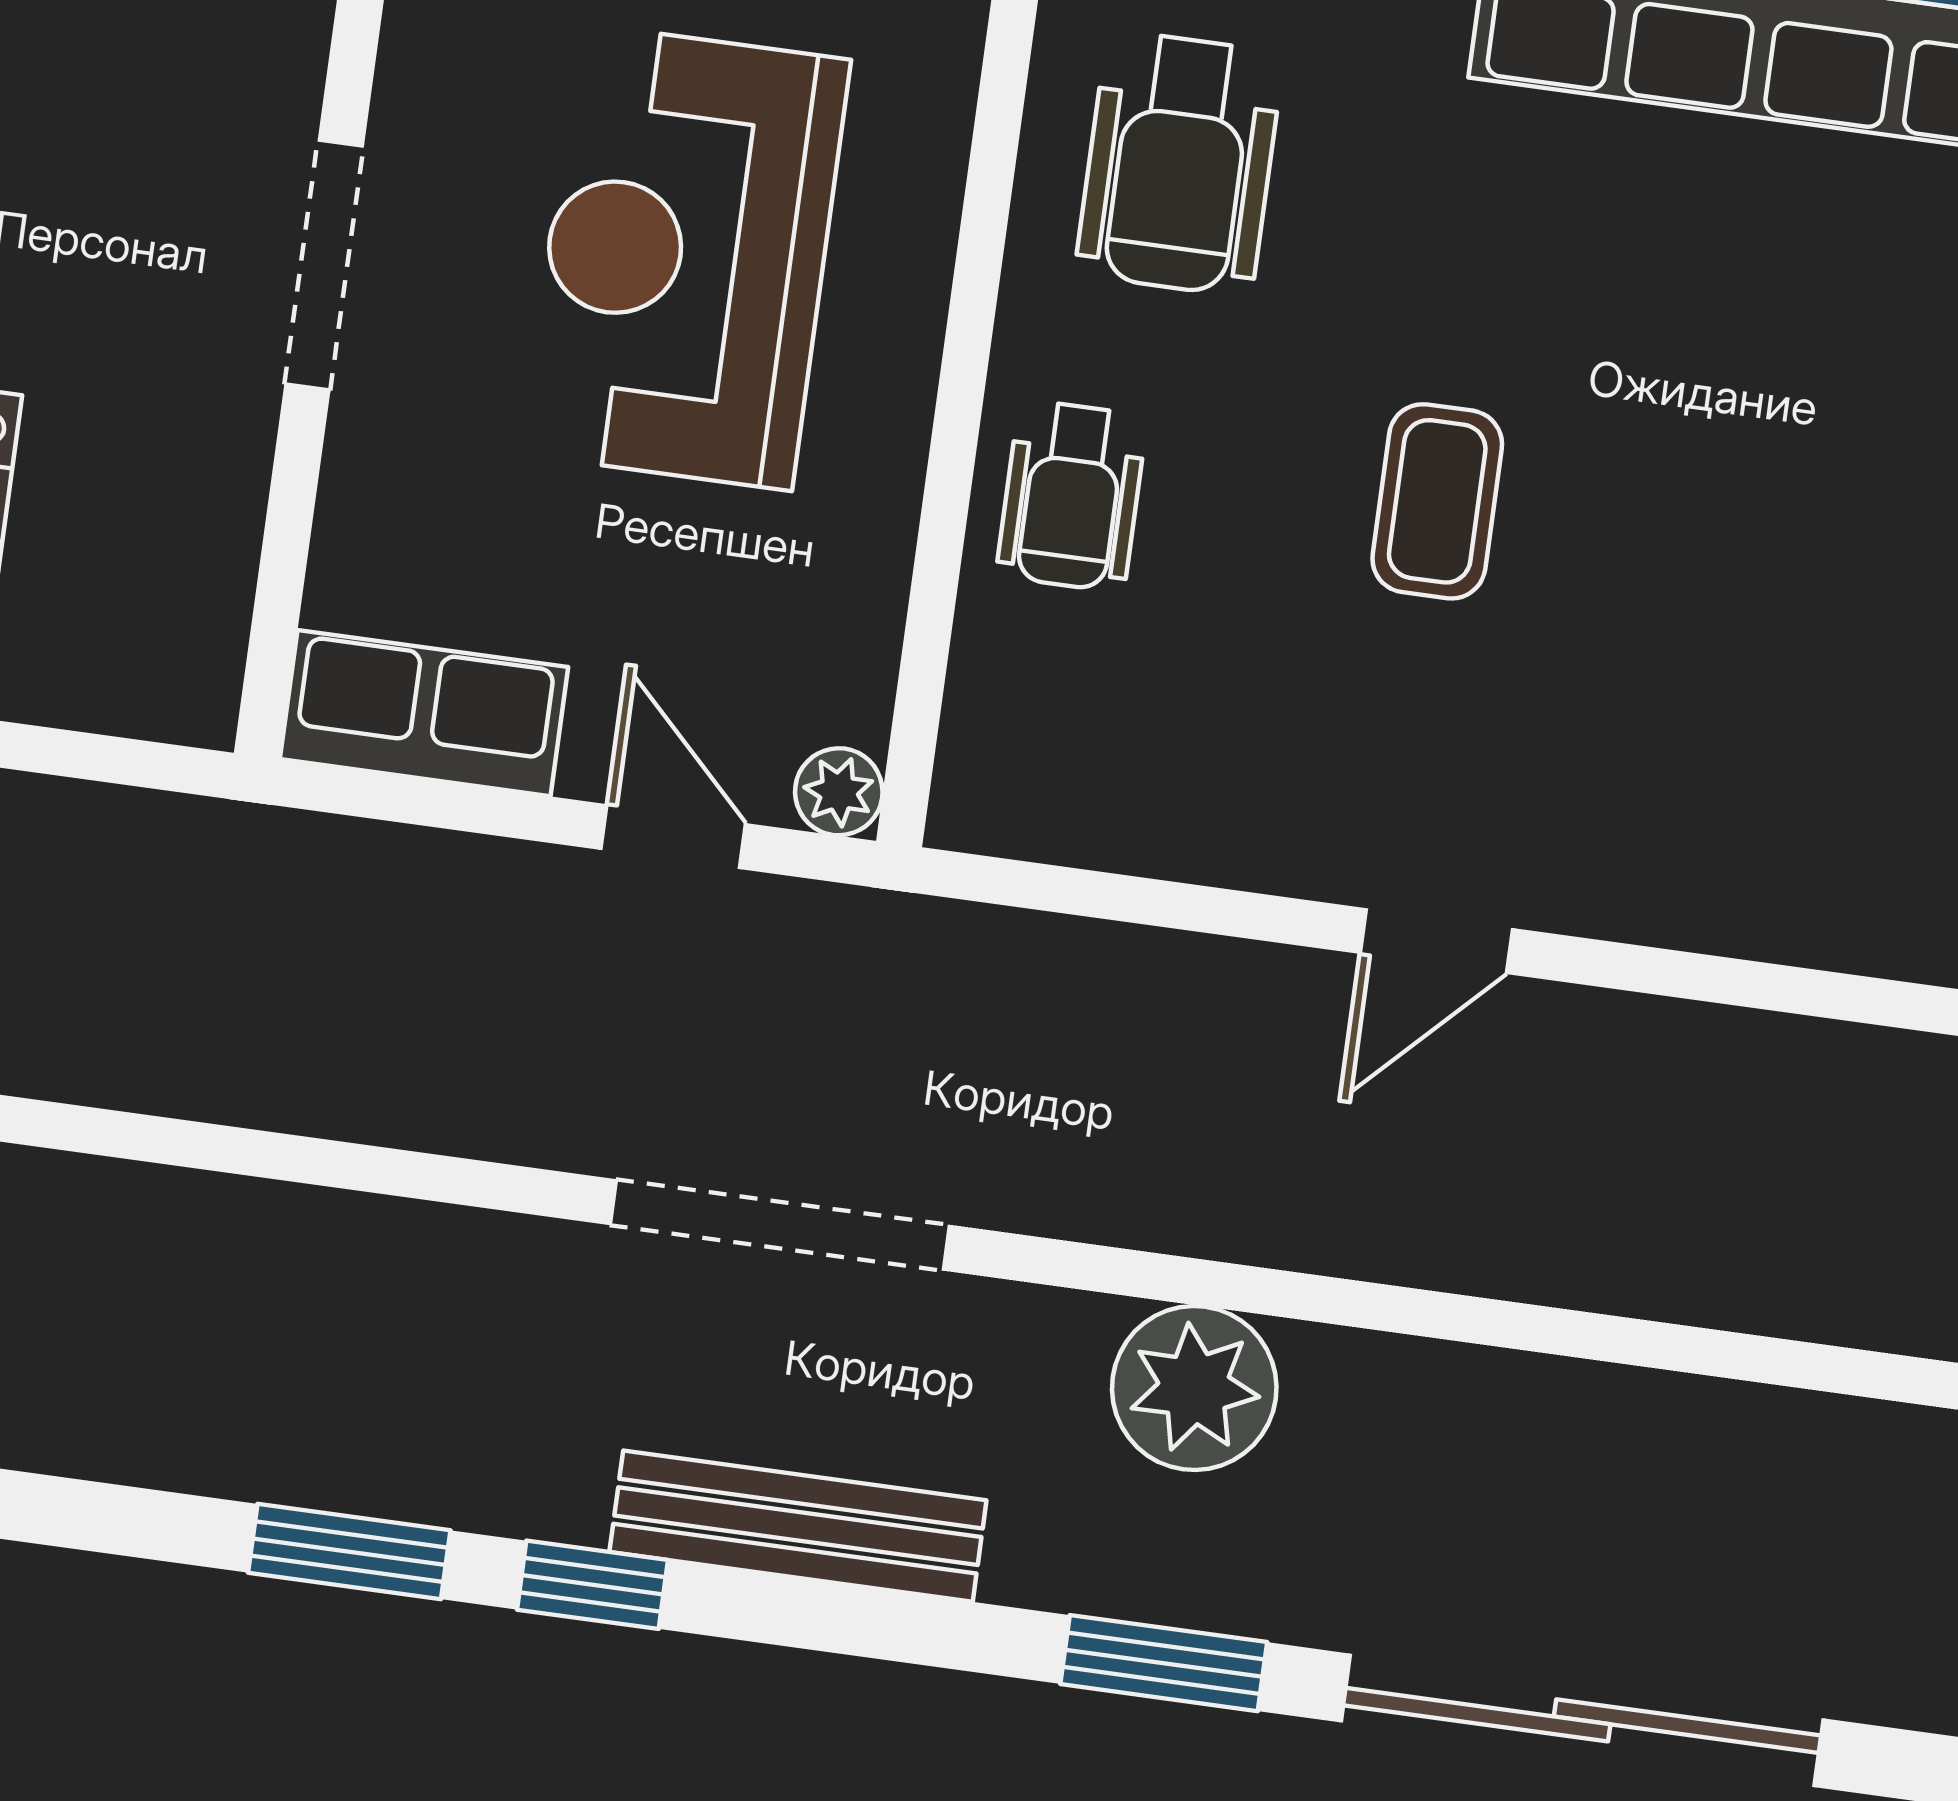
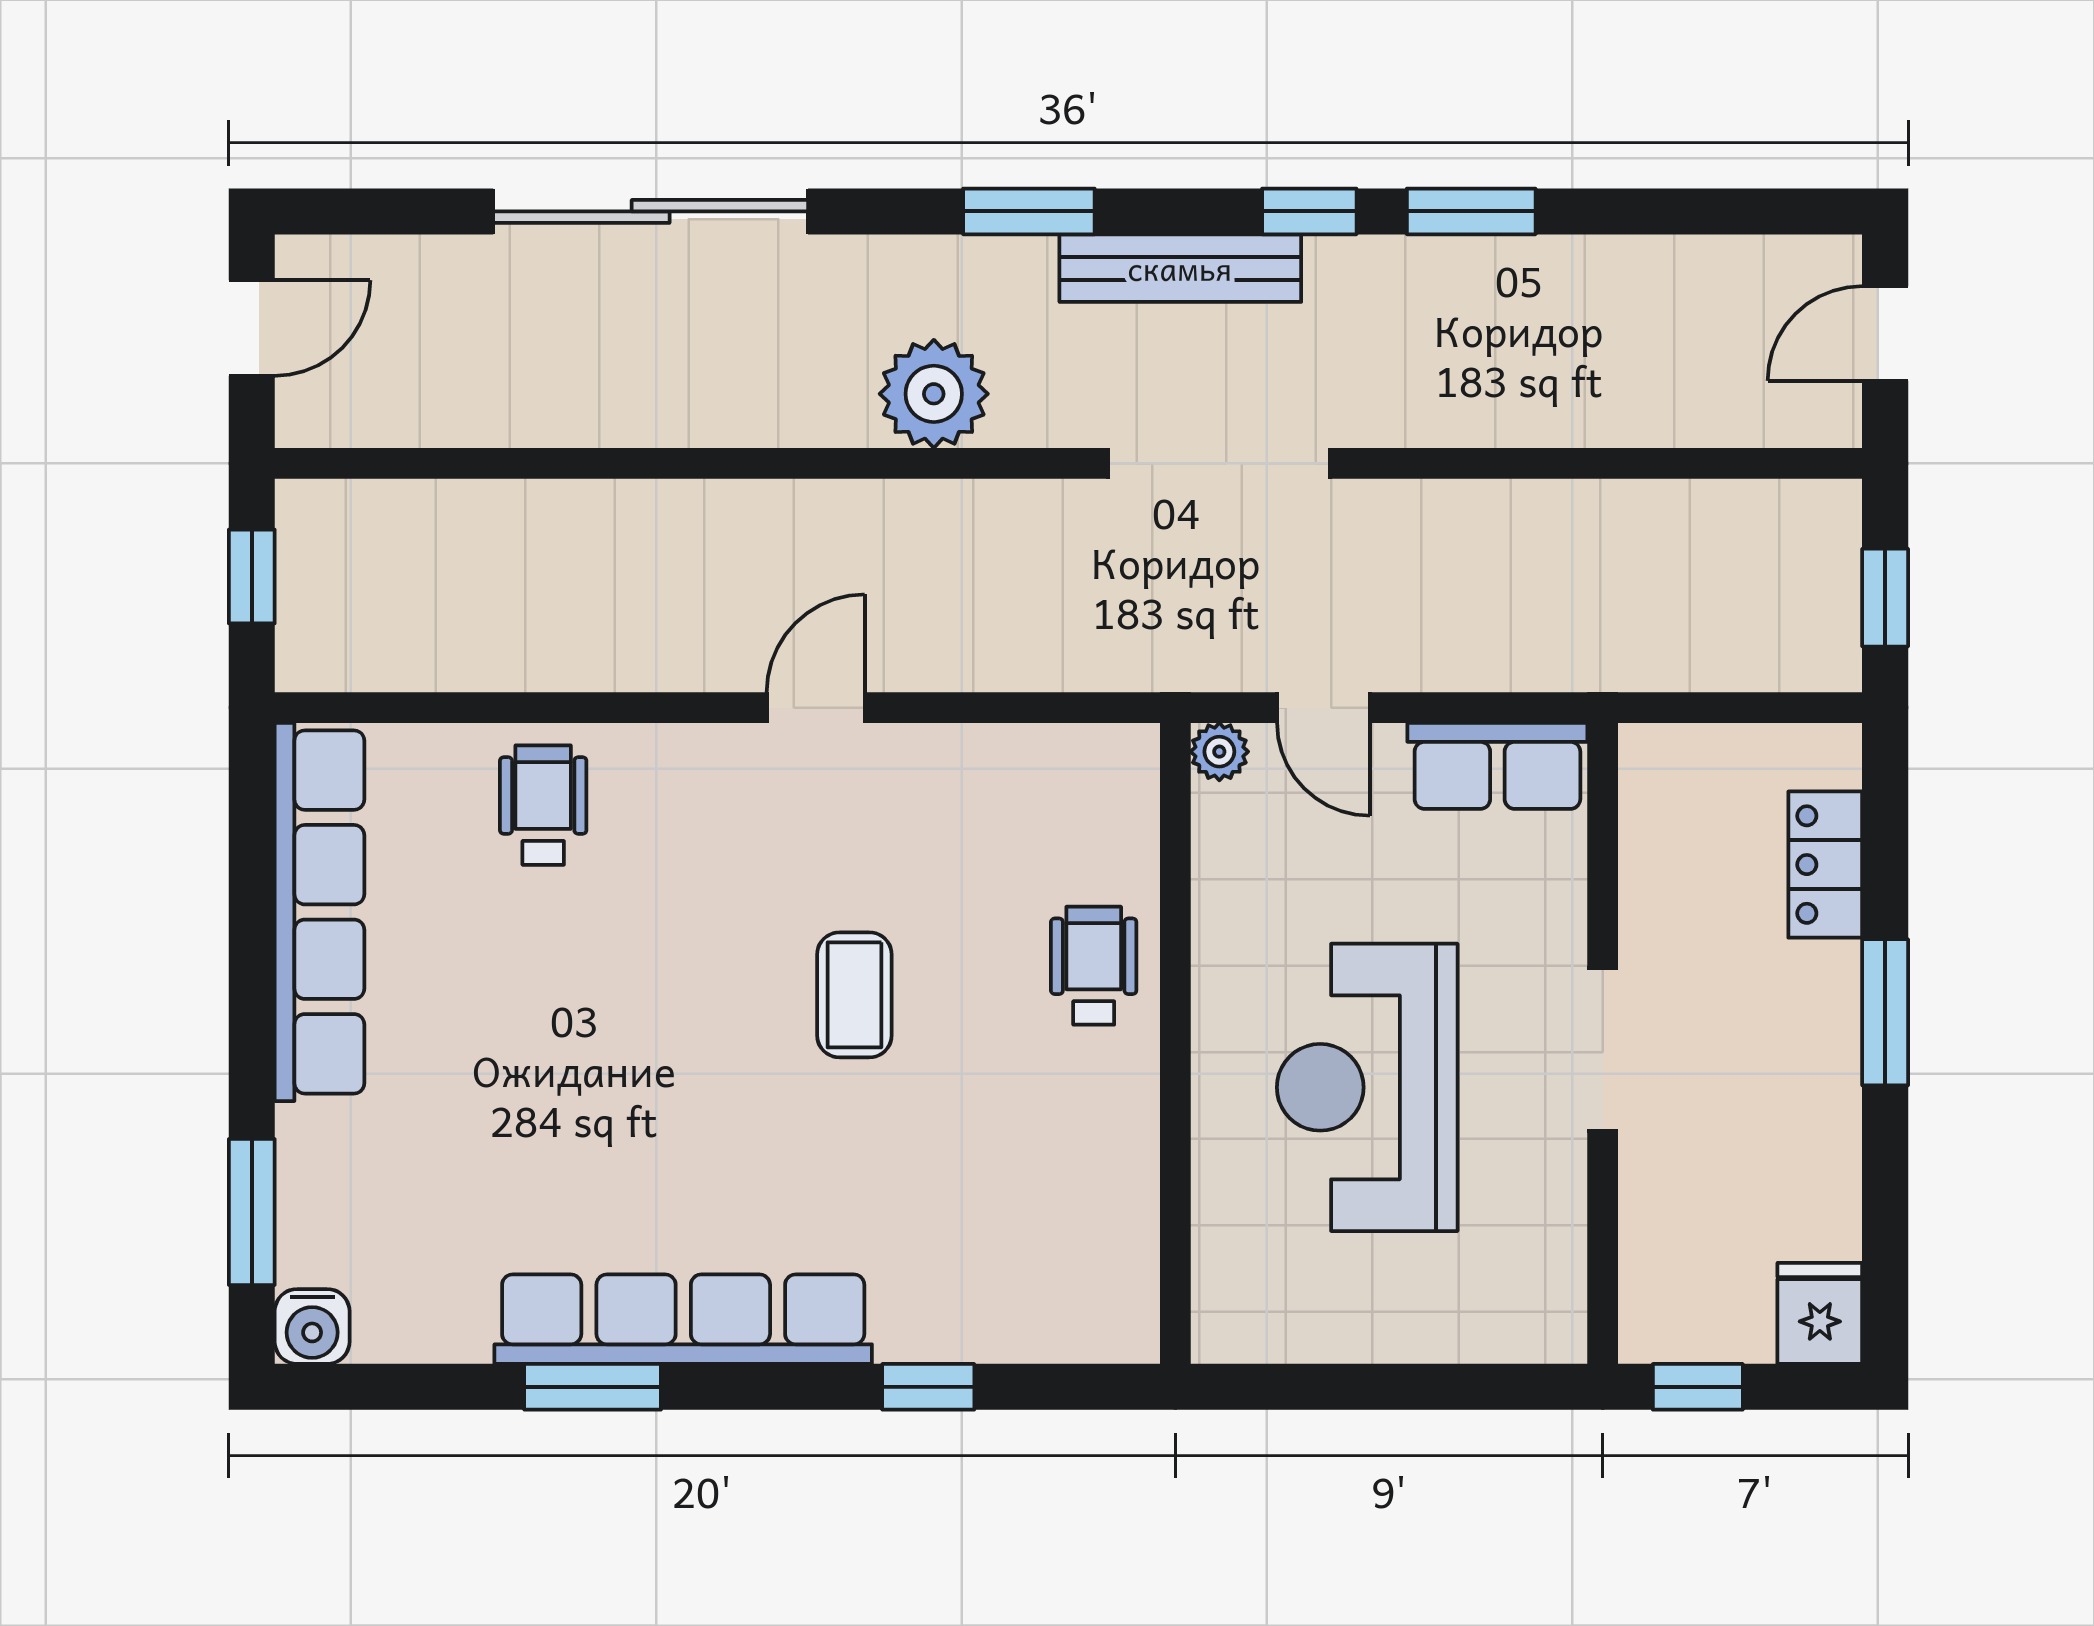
wheelchair: (1179, 164) -> (543, 805), moved, width x0.73, depth x0.73
reception desk: (686, 257) -> (1367, 1087), turned 180
window: (1164, 1663) -> (1029, 211), moved

